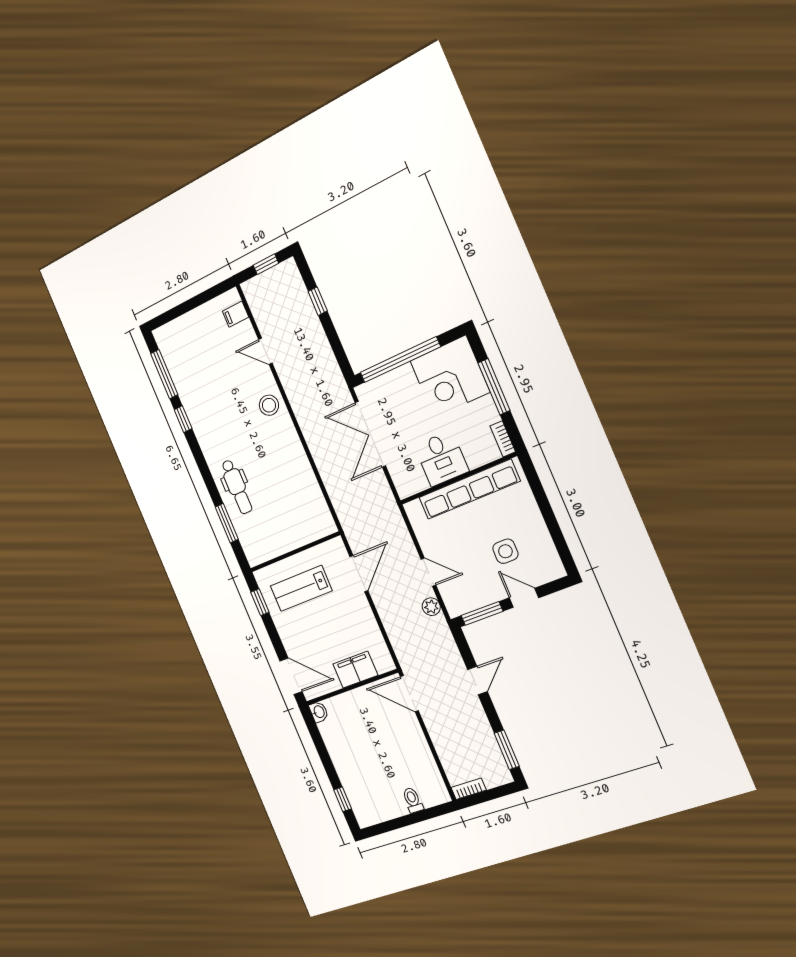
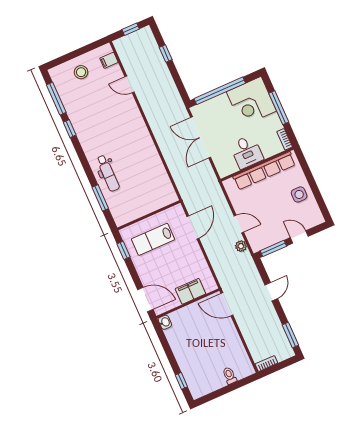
stool: (269, 405) -> (81, 72), moved
side table: (505, 551) -> (299, 194), moved

